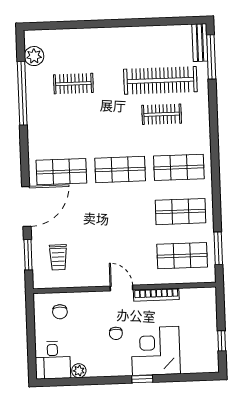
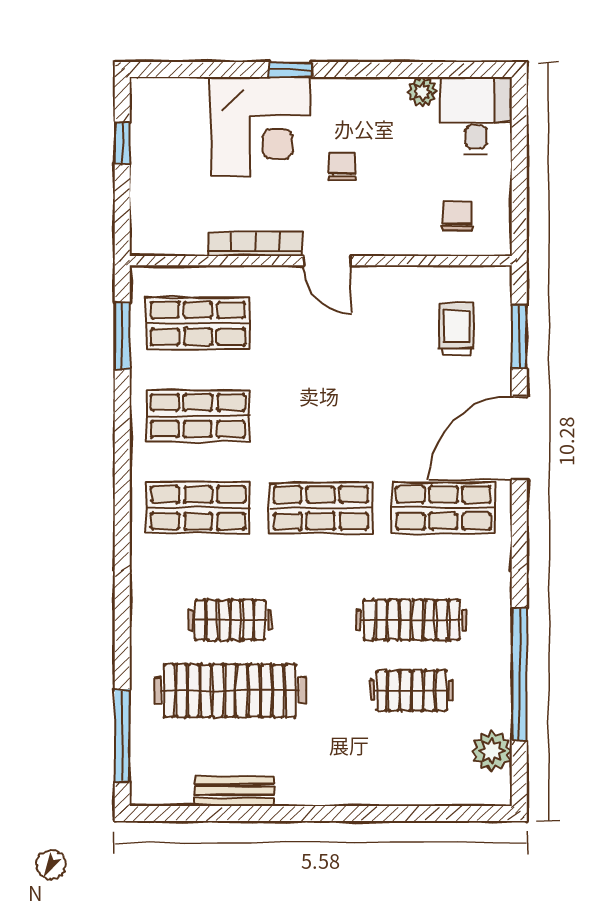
bench: (200, 43) -> (235, 791), moved, turned 90
clothes rail: (75, 117) -> (412, 620), added

